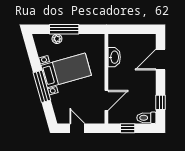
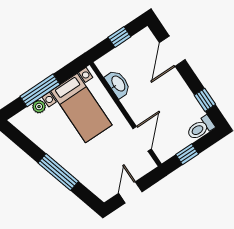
window: (134, 29) -> (119, 37), added
bed with nightstands: (66, 70) -> (81, 108), moved, turned 106
door: (77, 128) -> (130, 192), hinge flipped

